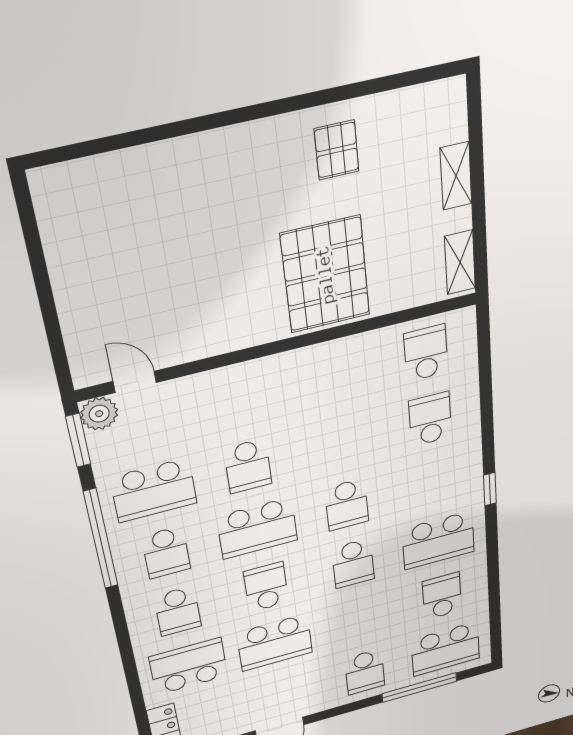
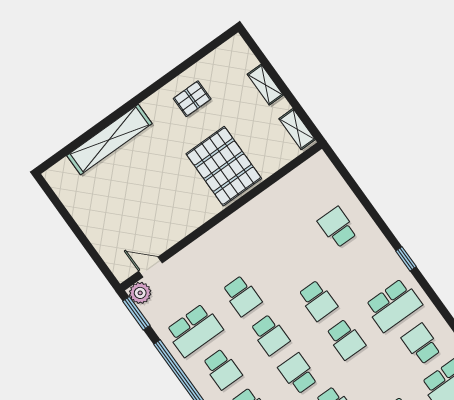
pallet: (337, 150) -> (192, 99), turned 90
shelving: (170, 160) -> (109, 139), added
school desk: (426, 353) -> (309, 188), removed
school desk: (257, 528) -> (270, 335), width x0.54

